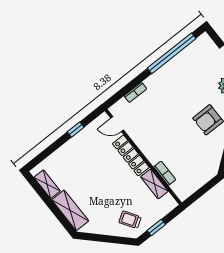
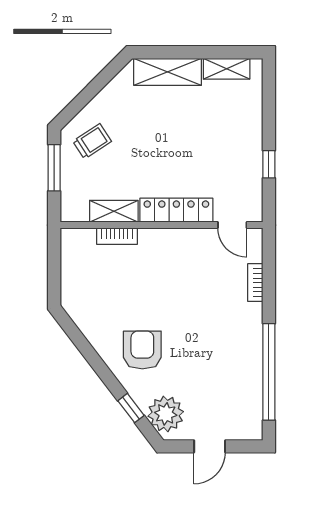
door: (117, 124) -> (232, 225), swing flipped
window: (156, 228) -> (54, 168), width x1.50

